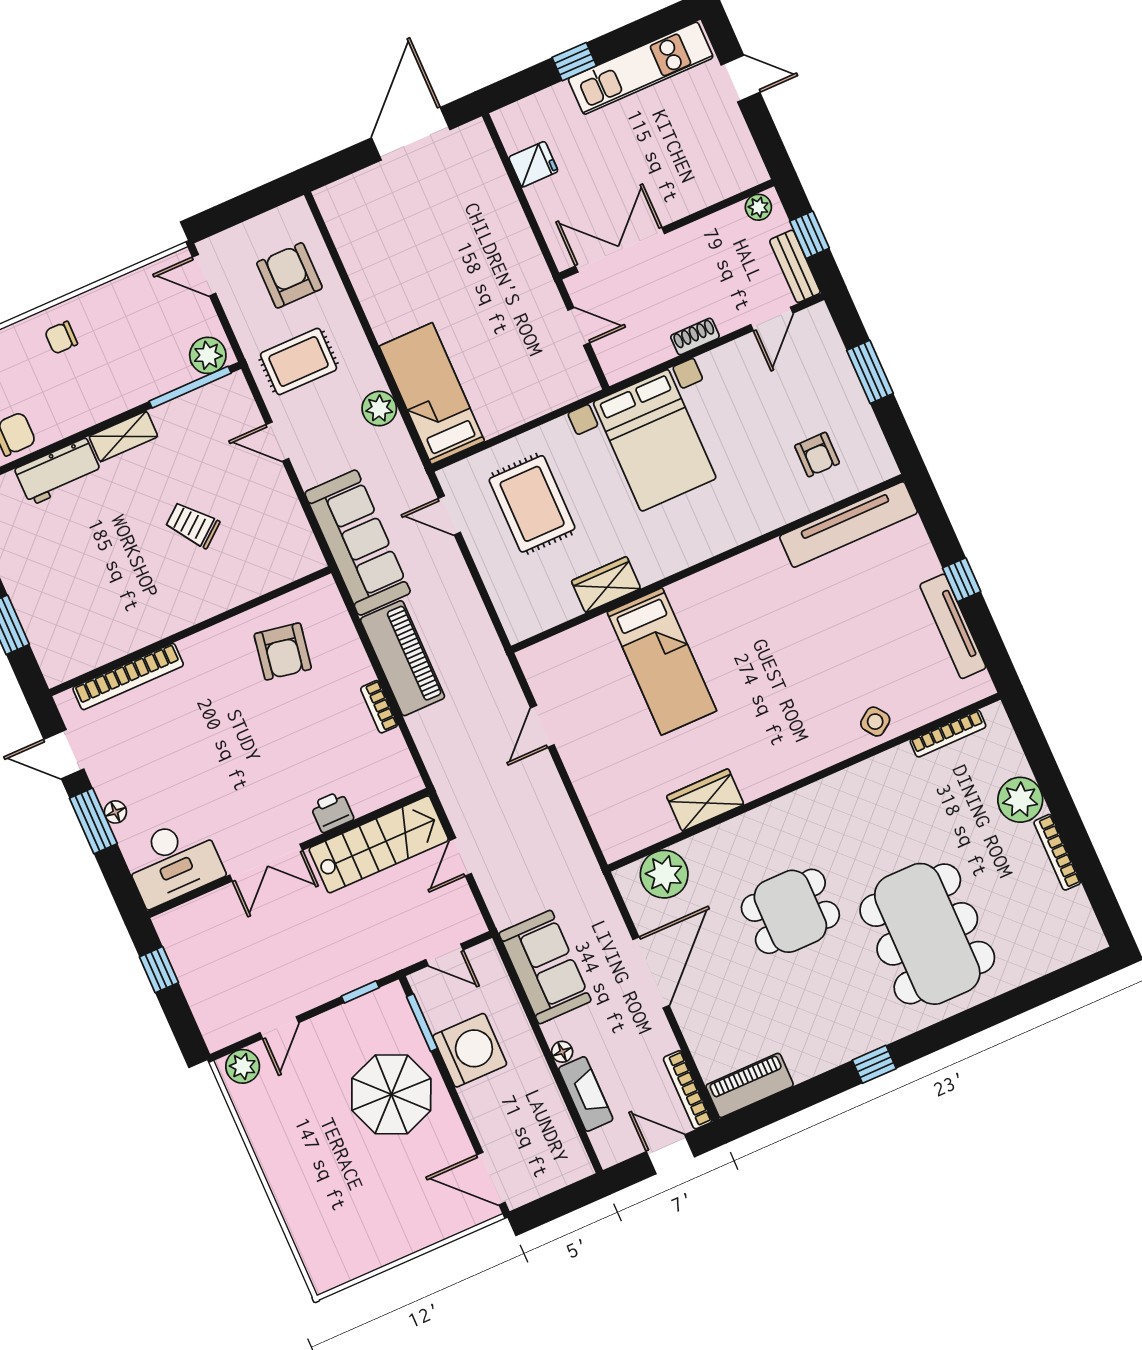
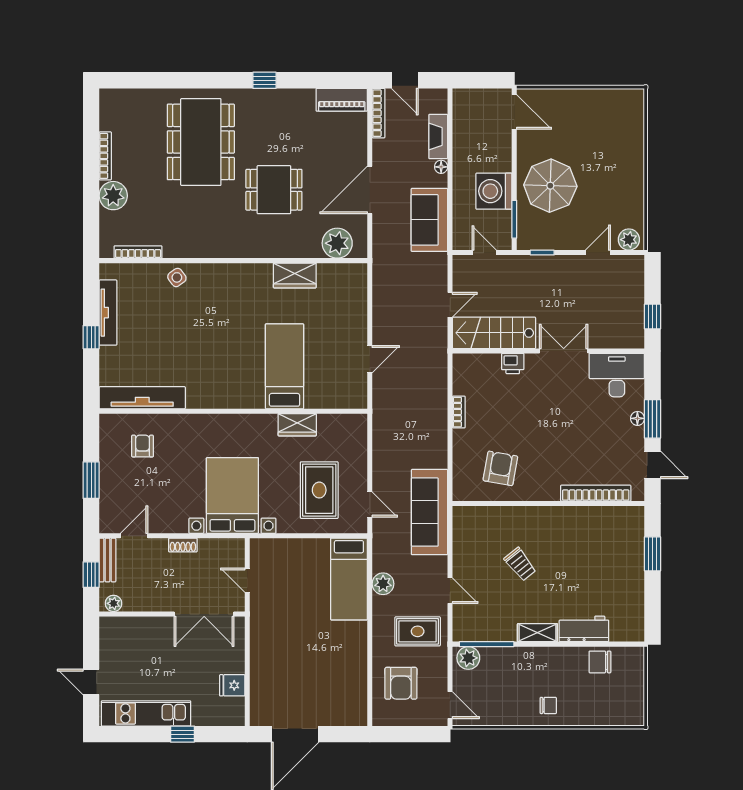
piano: (403, 658) -> (433, 434), removed

